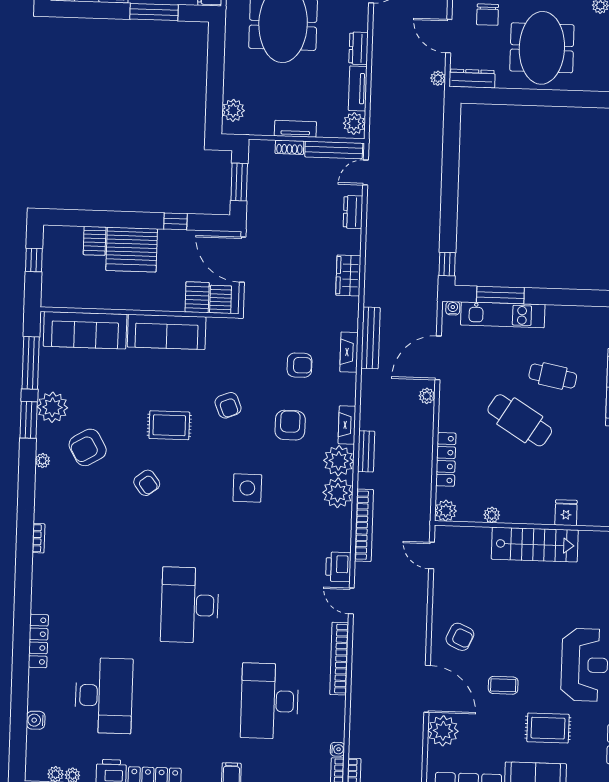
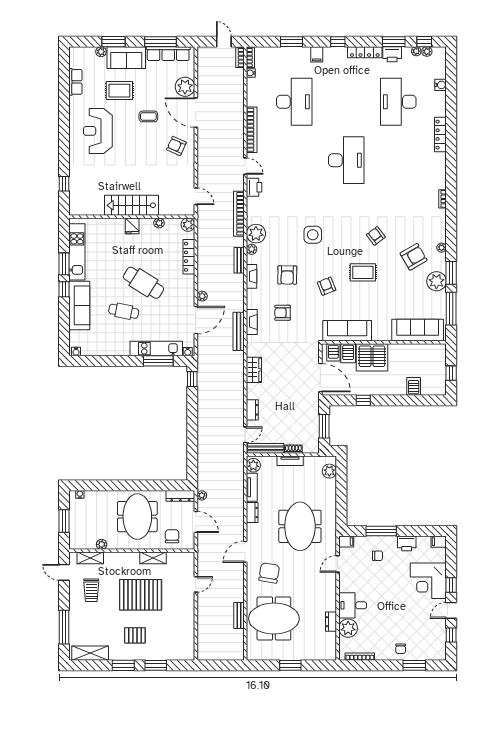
server rack: (132, 250) -> (372, 357), moved, turned 180
sofa: (167, 332) -> (347, 331), moved
plant: (339, 461) -> (252, 249), width x0.53, depth x0.53
fridge: (566, 513) -> (132, 226), moved

